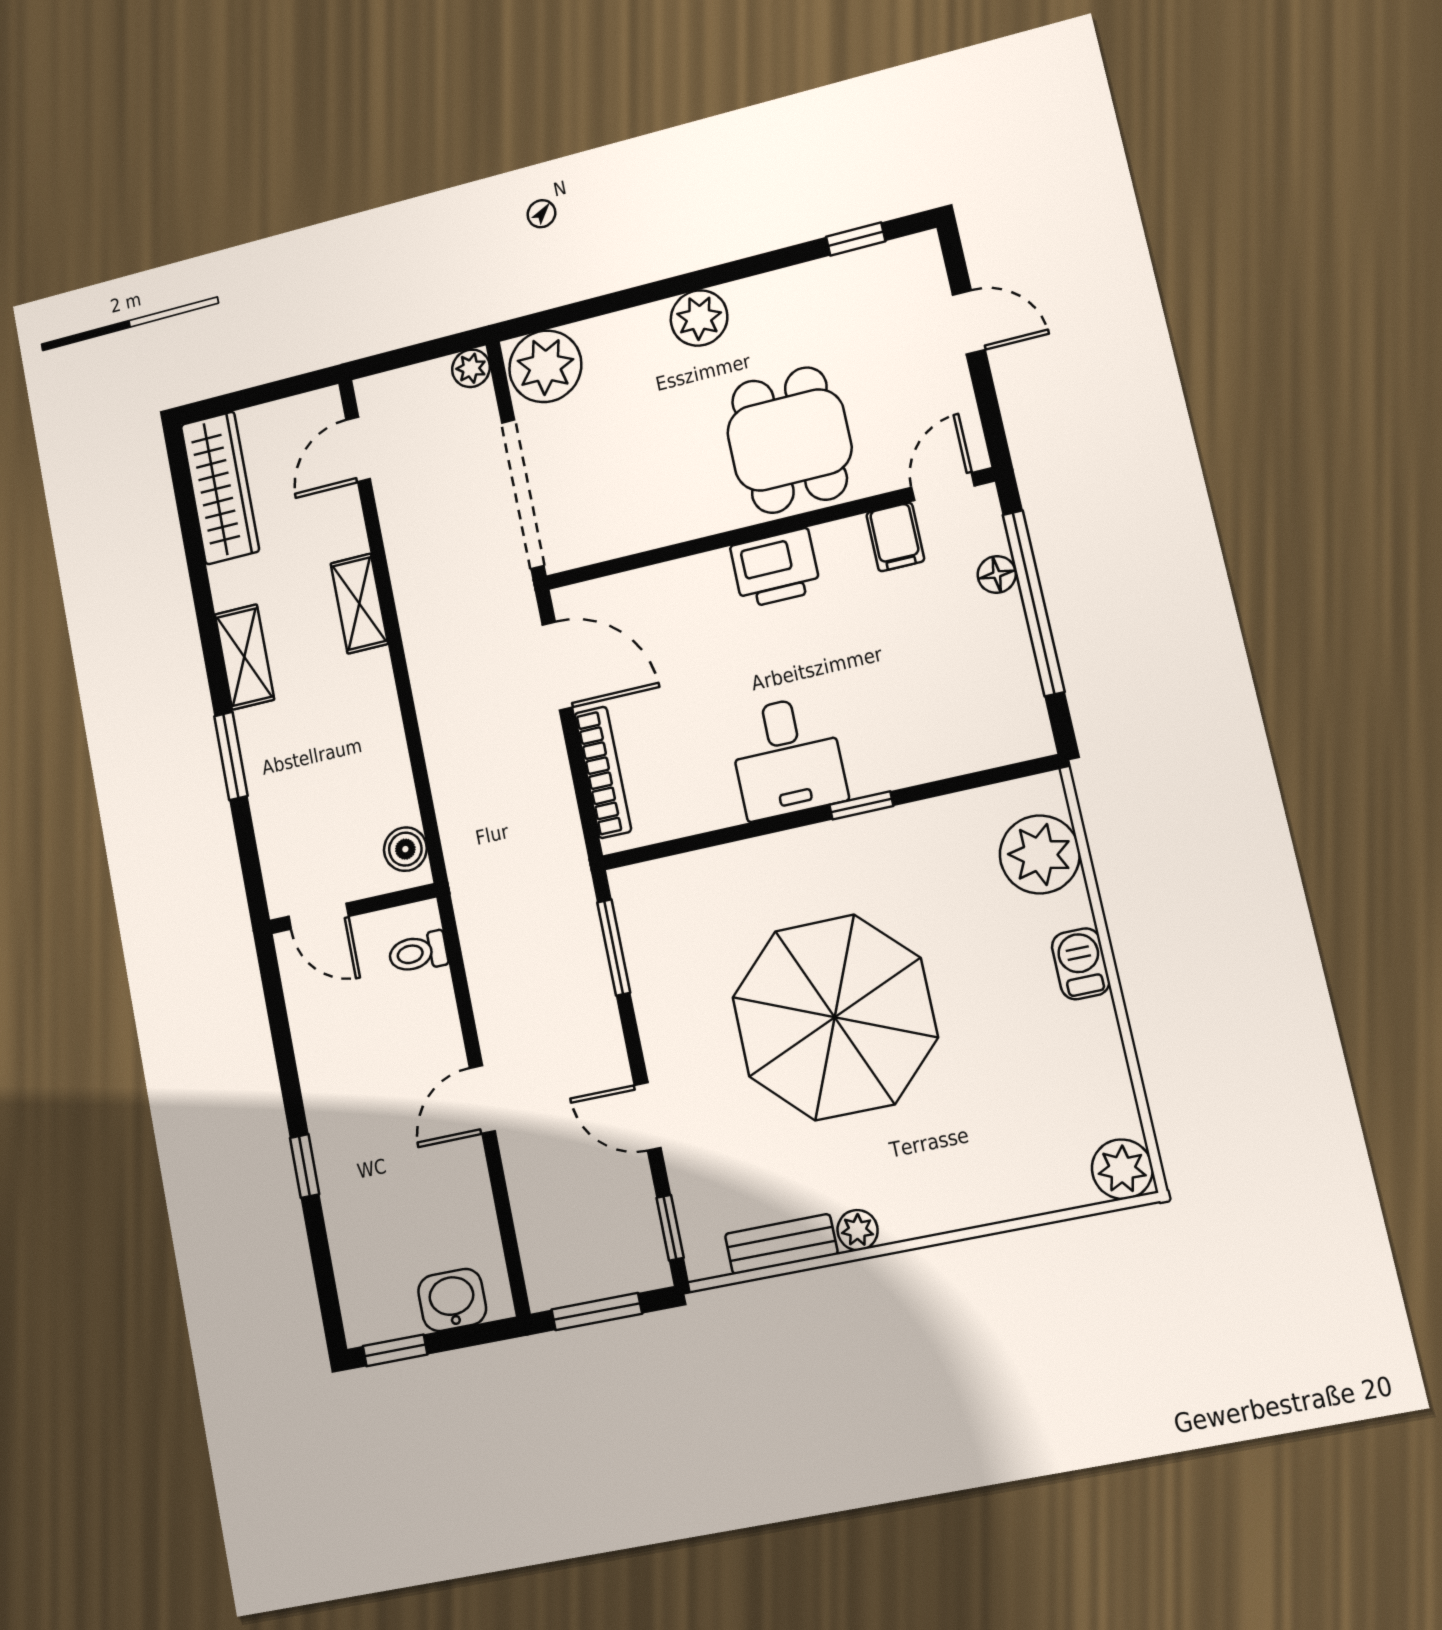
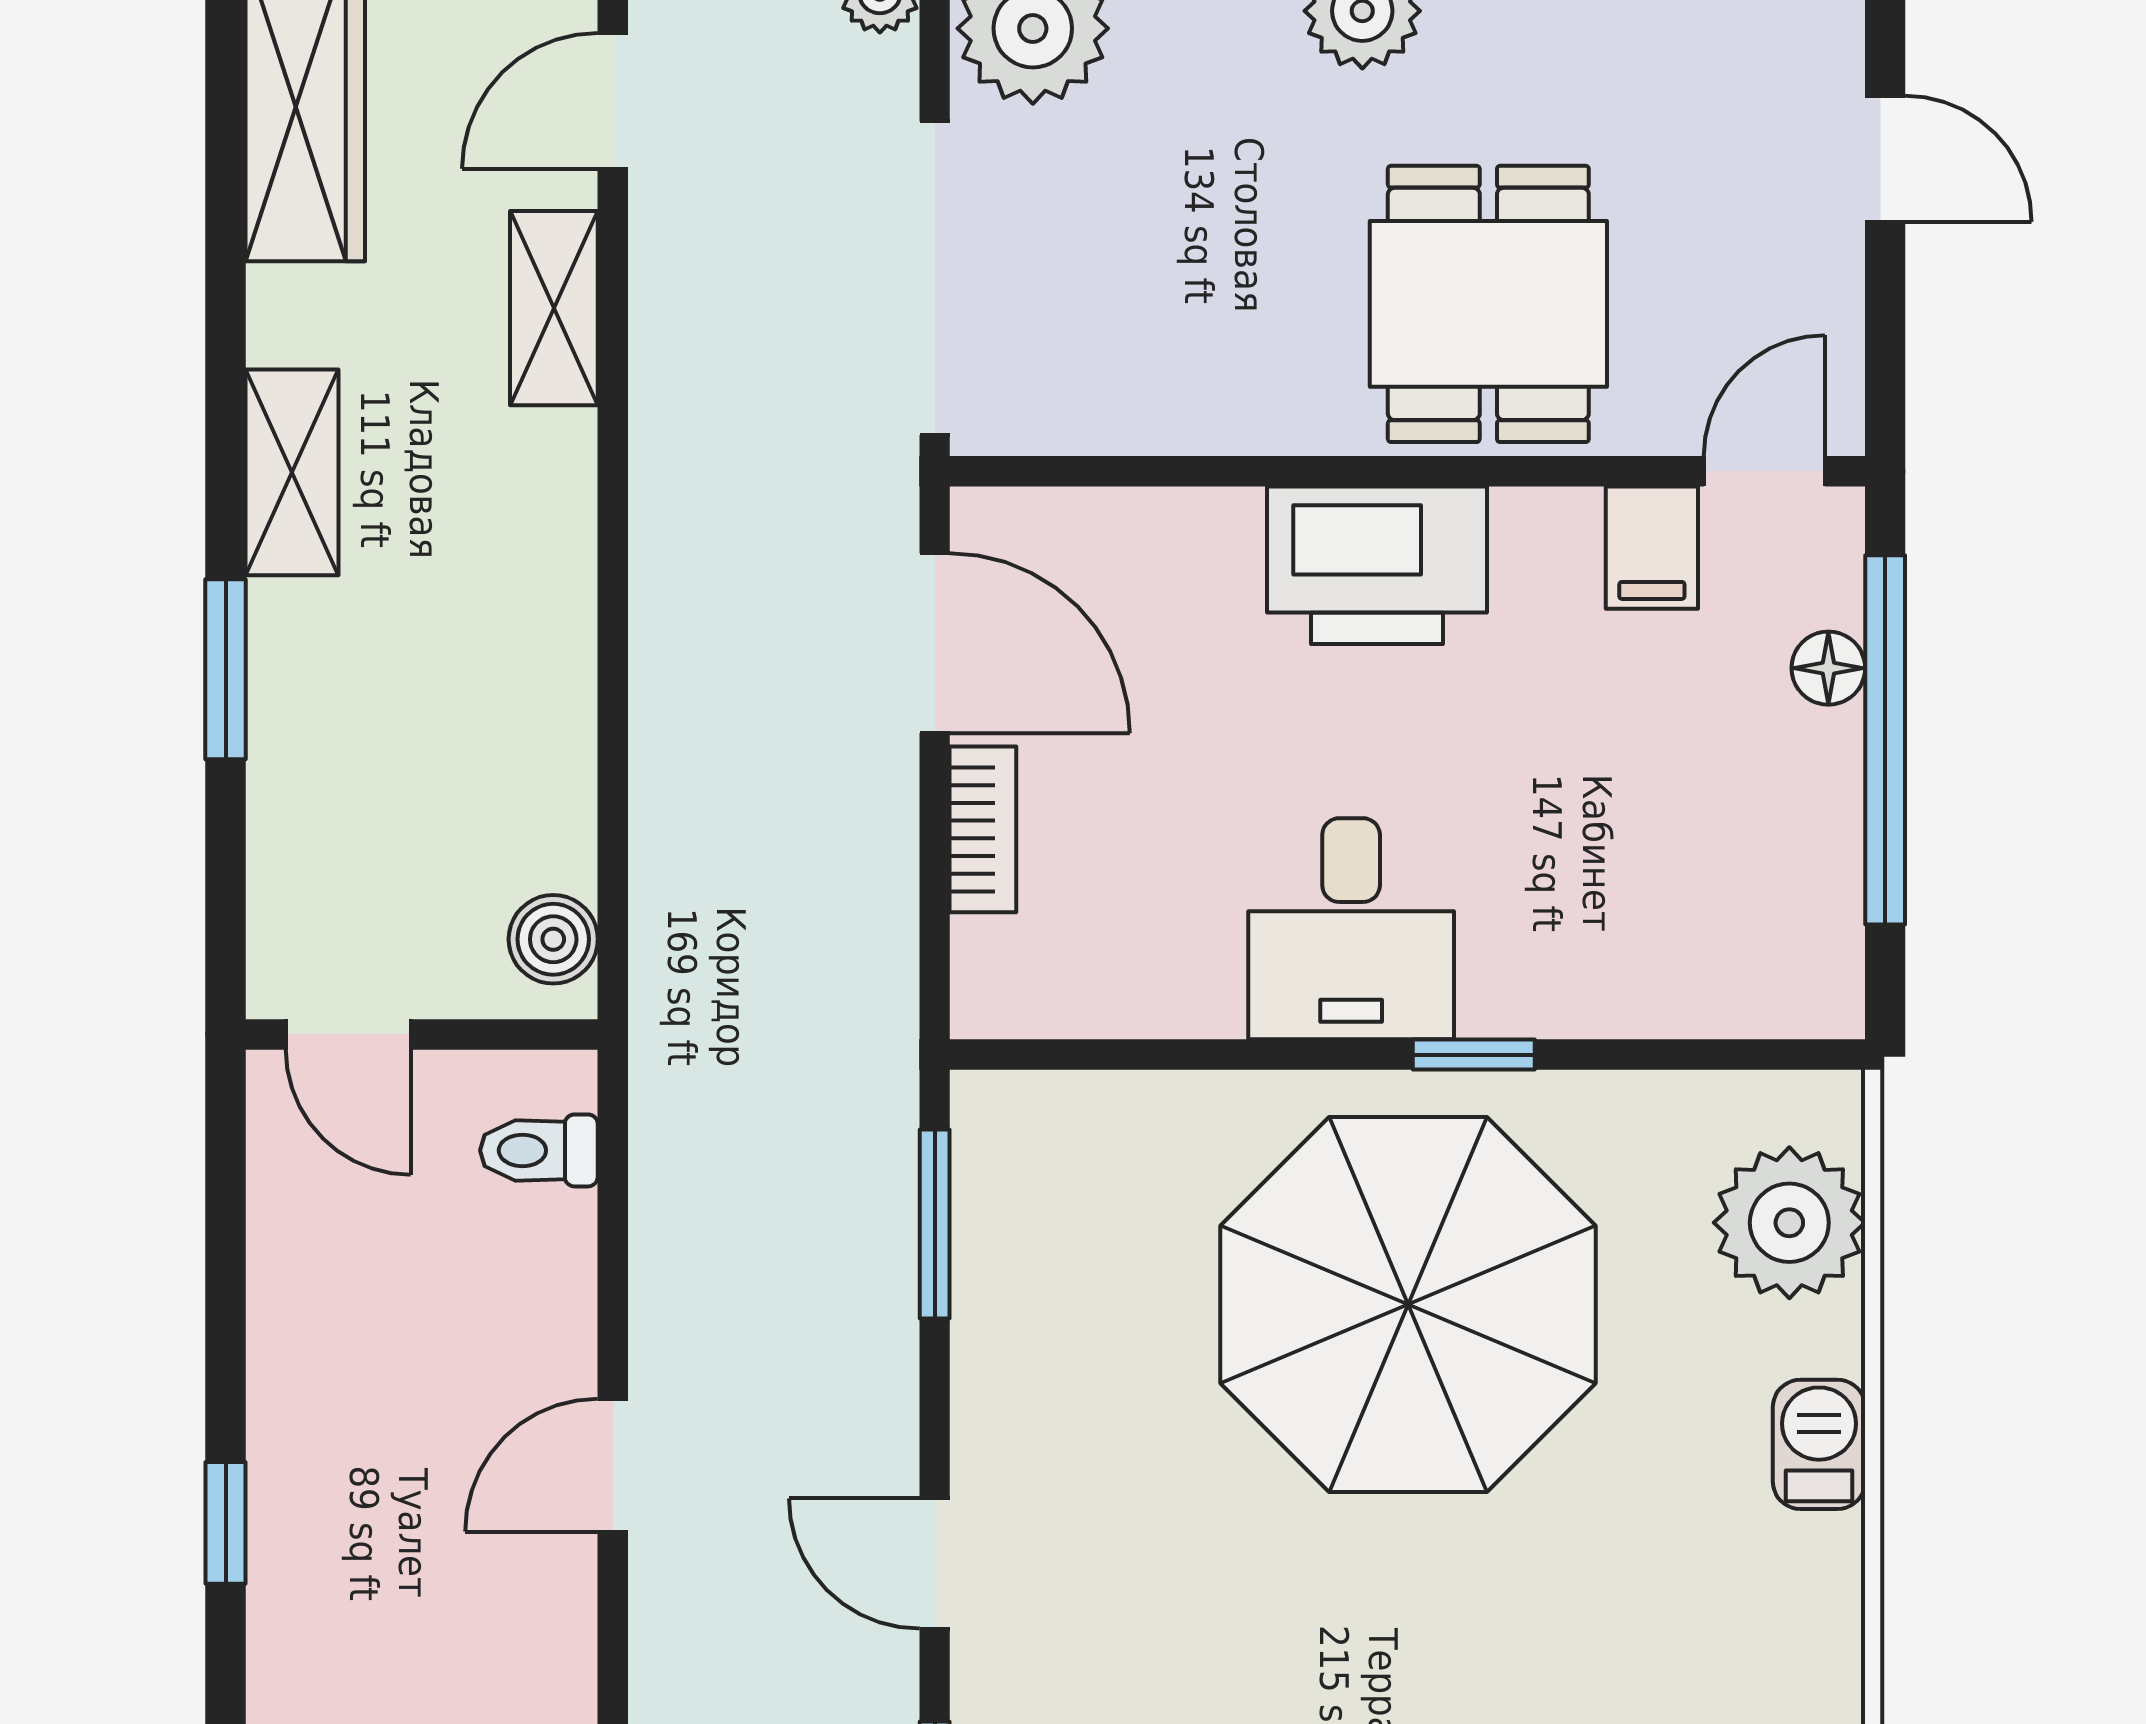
printer: (775, 568) -> (1377, 565), width x1.37, depth x1.19
shelving: (359, 604) -> (554, 308), moved
bookcase: (603, 772) -> (983, 829), width x0.64
parasol: (835, 1017) -> (1408, 1304), moved

